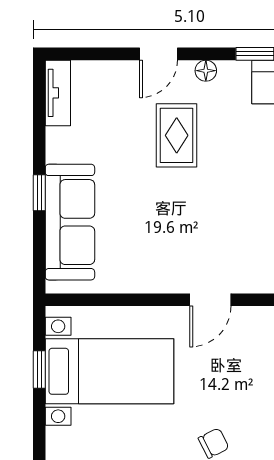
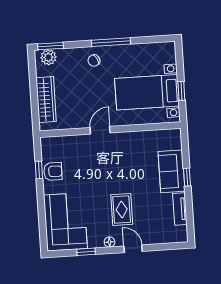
door: (159, 54) -> (133, 249), hinge flipped
tv unit: (58, 93) -> (180, 209), moved
sofa: (70, 222) -> (172, 171), width x0.73

